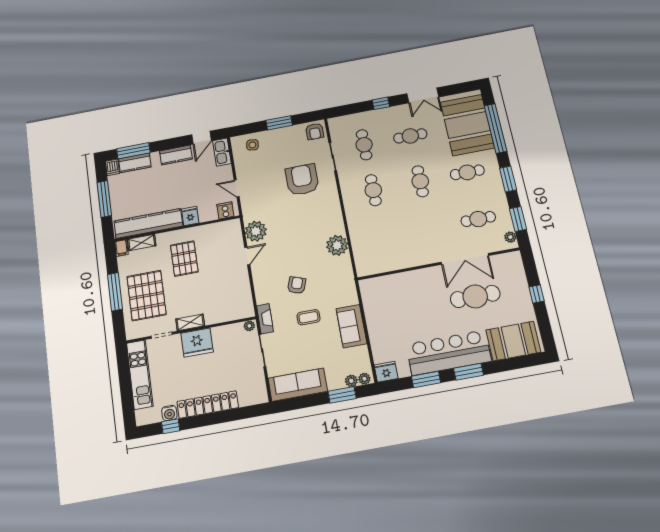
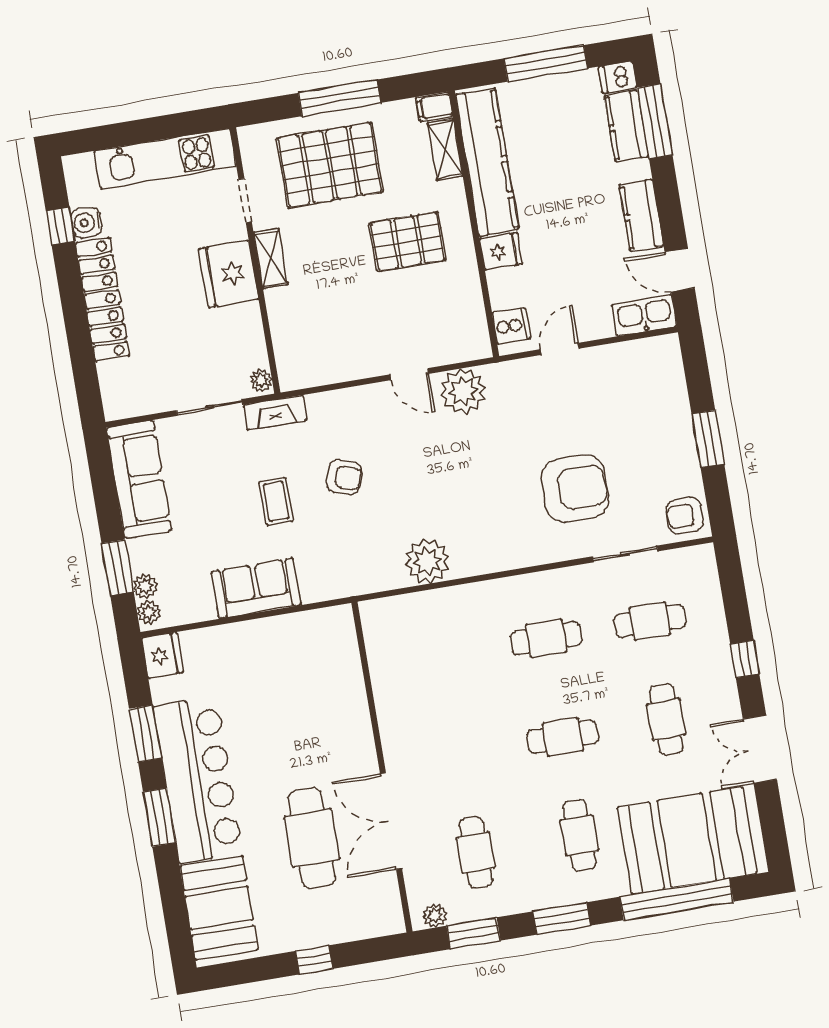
side table: (252, 145) -> (658, 382), removed

